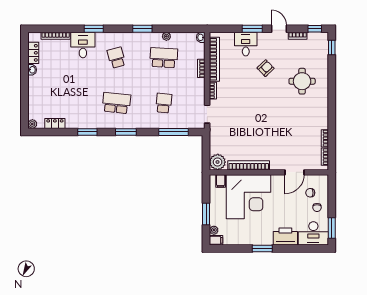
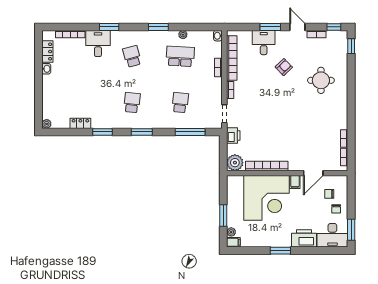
school desk: (116, 103) -> (132, 103), width x0.54
locker: (55, 123) -> (80, 123), moved
printer: (216, 135) -> (233, 135), added
filing cabinet: (221, 181) -> (295, 182), moved

